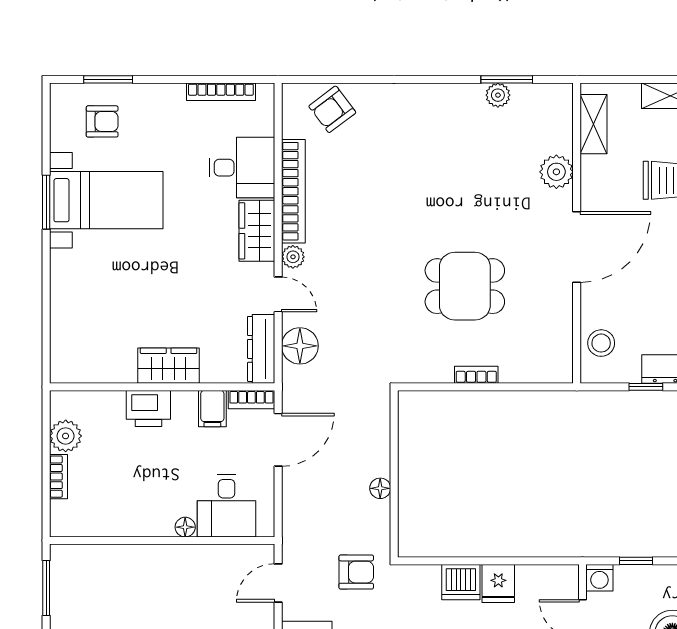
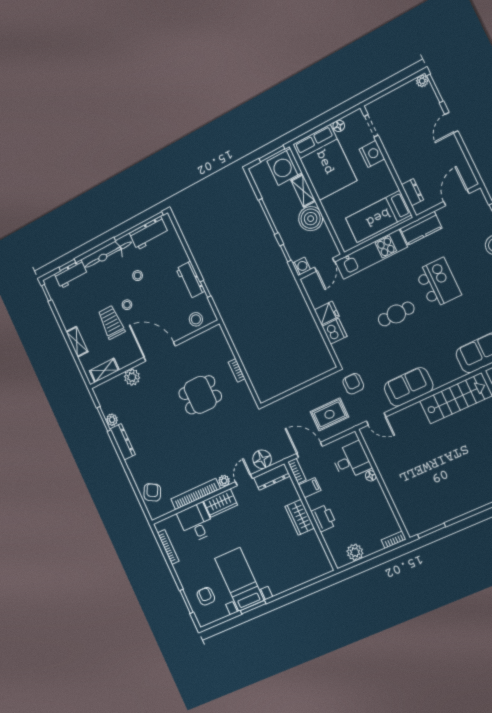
dresser: (449, 96) -> (123, 442), added
armchair: (332, 109) -> (152, 492), turned -115
dining table: (465, 286) -> (200, 395), turned 90
bookcase: (58, 477) -> (394, 540), moved
floor lamp: (380, 488) -> (309, 391), removed
rug: (323, 505) -> (329, 414), added

